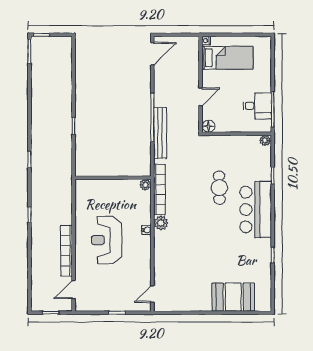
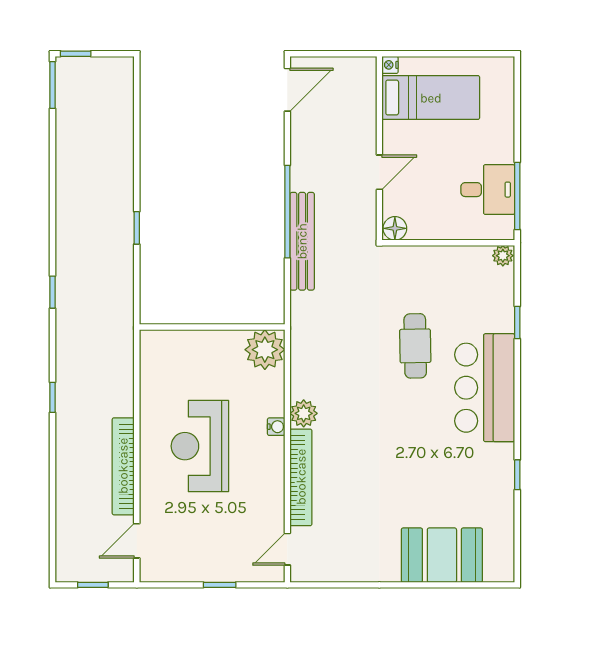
plant: (145, 185) -> (265, 350), width x1.88, depth x1.88
bookcase: (159, 190) -> (301, 477), moved

